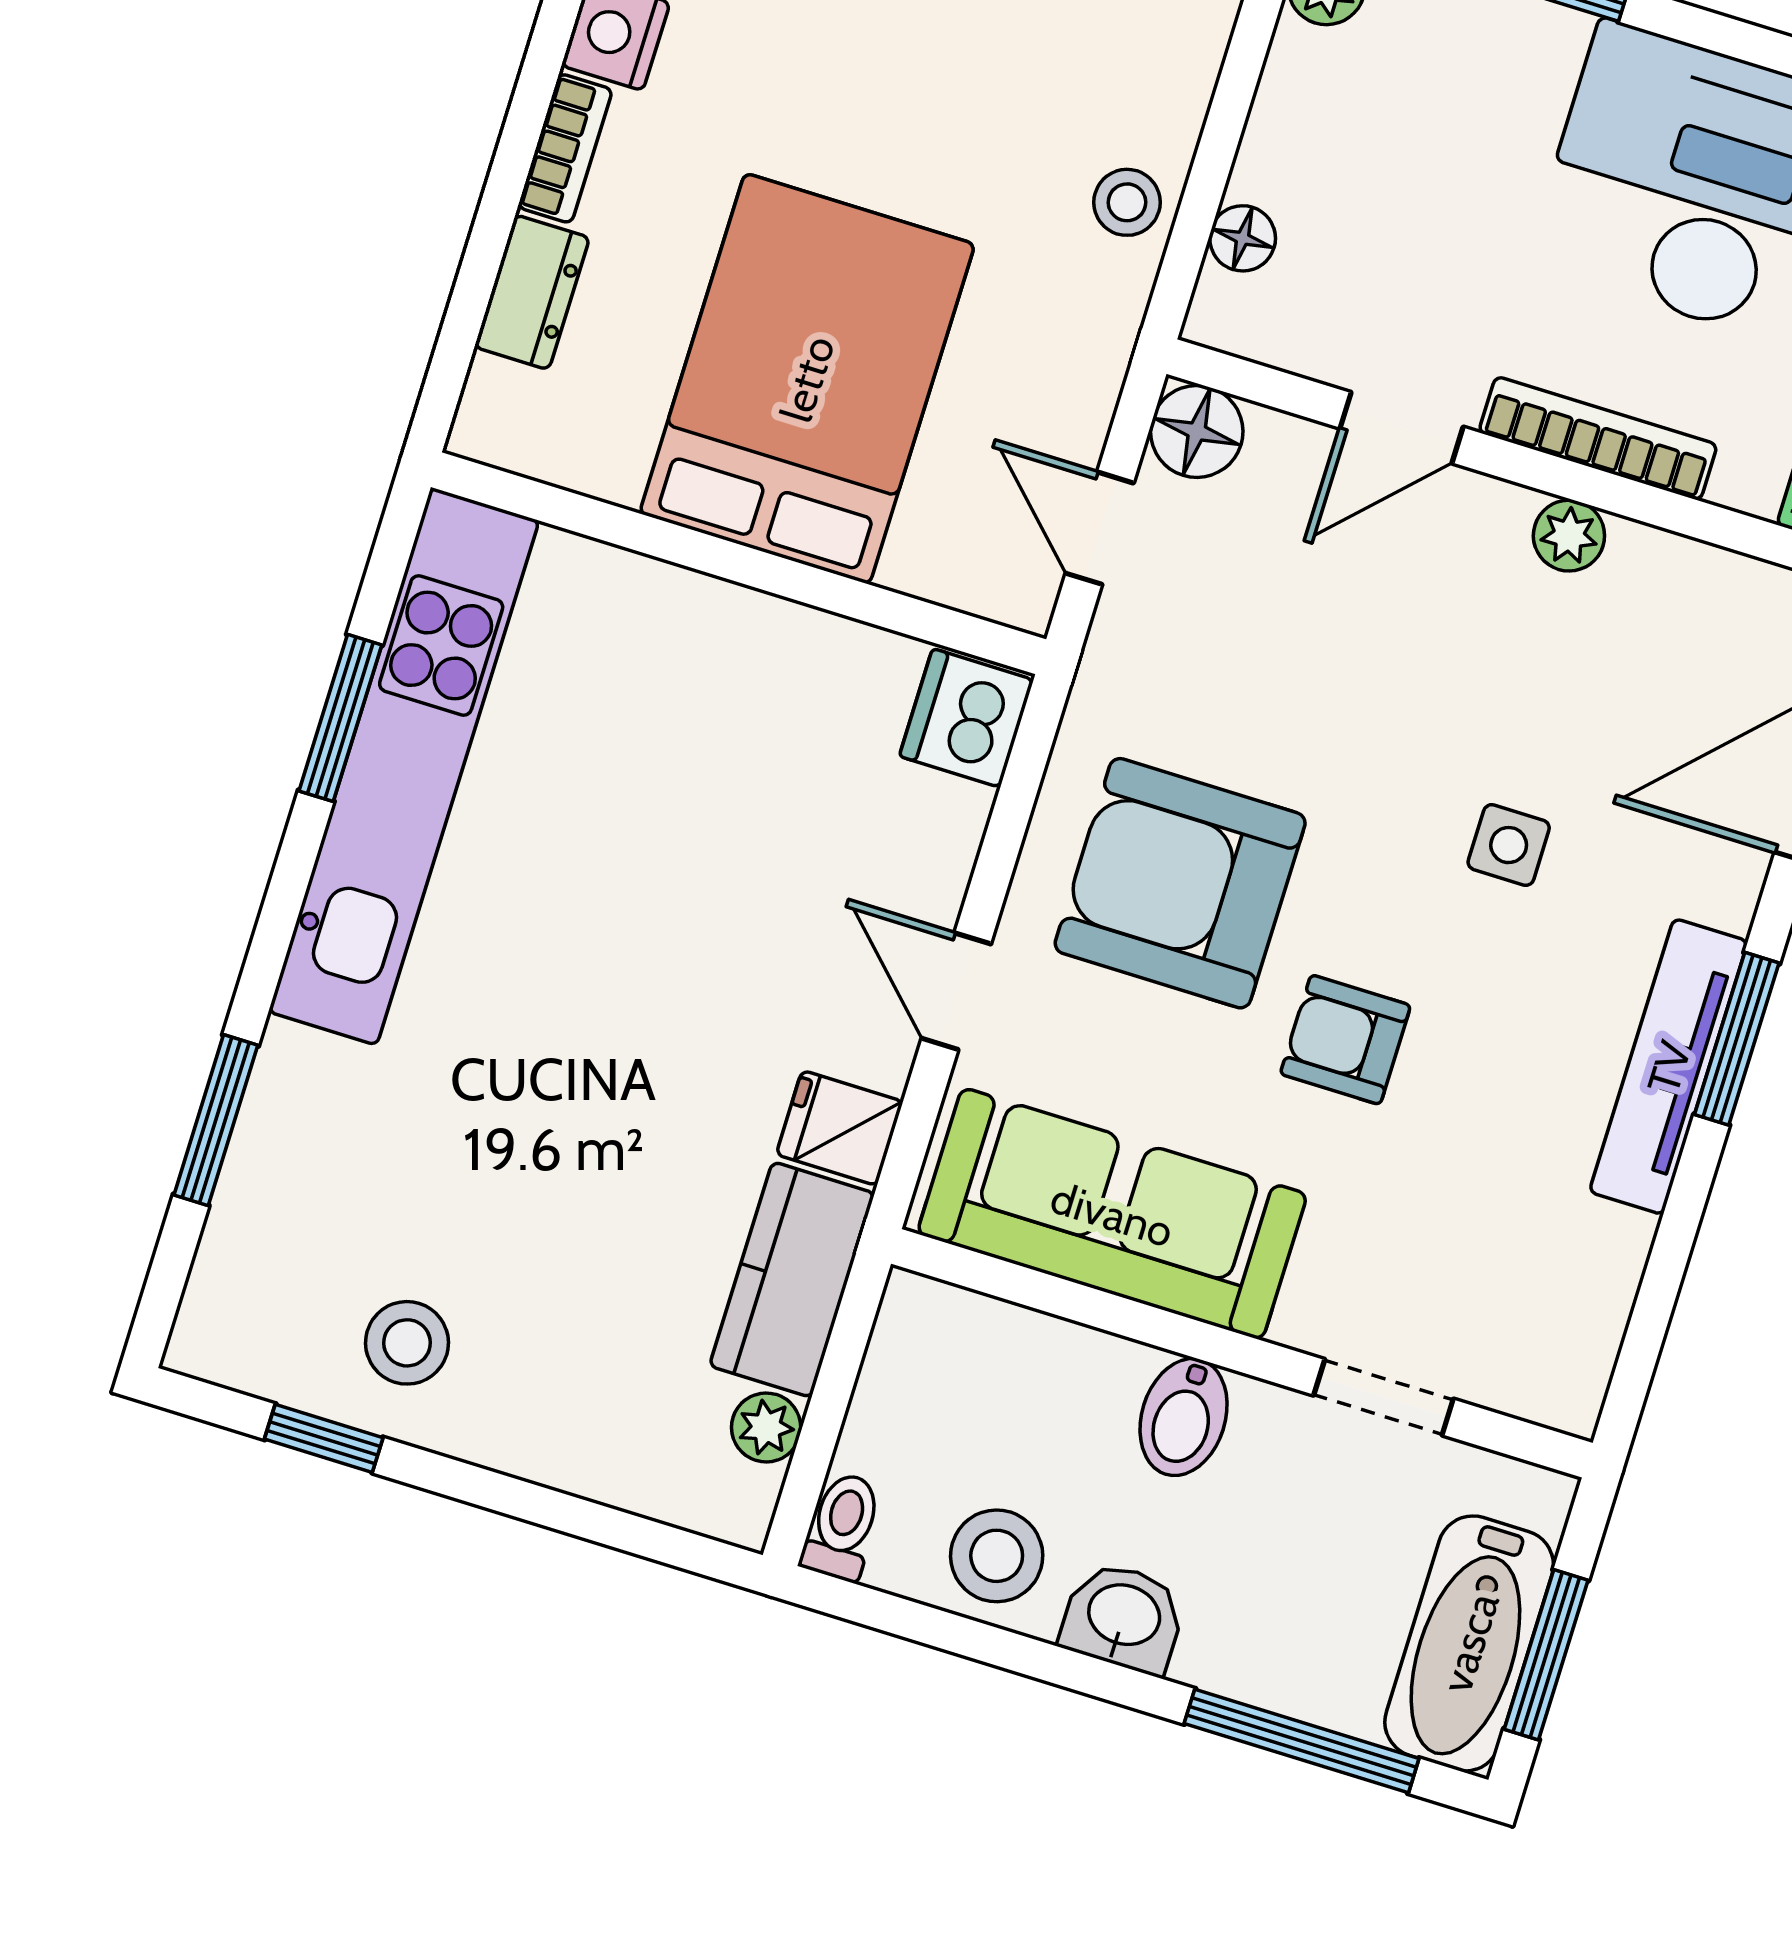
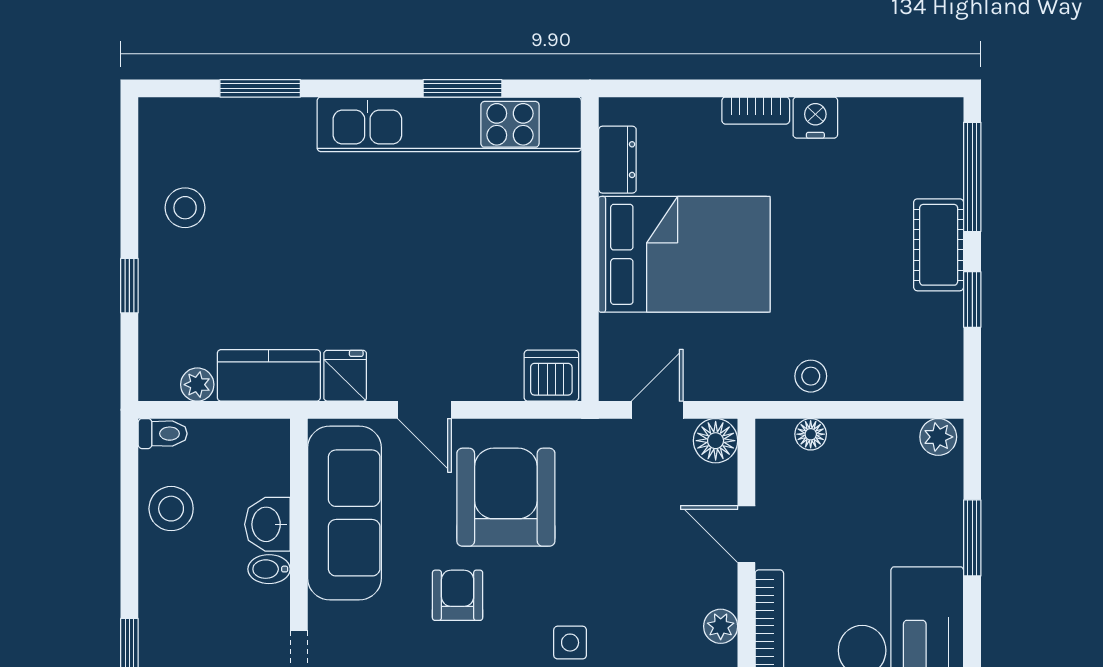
dresser: (532, 292) -> (617, 160), moved, turned -90
door: (956, 991) -> (425, 410), swing flipped
bidet: (1184, 1417) -> (269, 569), width x0.72, depth x0.74
window: (324, 1438) -> (129, 286), moved
washbasin: (1123, 1617) -> (267, 524), moved, turned 180

